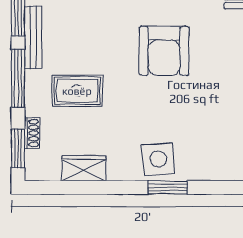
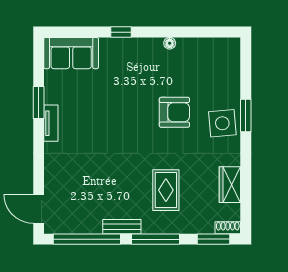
bench: (33, 37) -> (122, 227), width x0.73
armchair: (164, 51) -> (174, 112), moved, width x0.73, depth x0.73
shoe rack: (32, 133) -> (228, 228), moved

